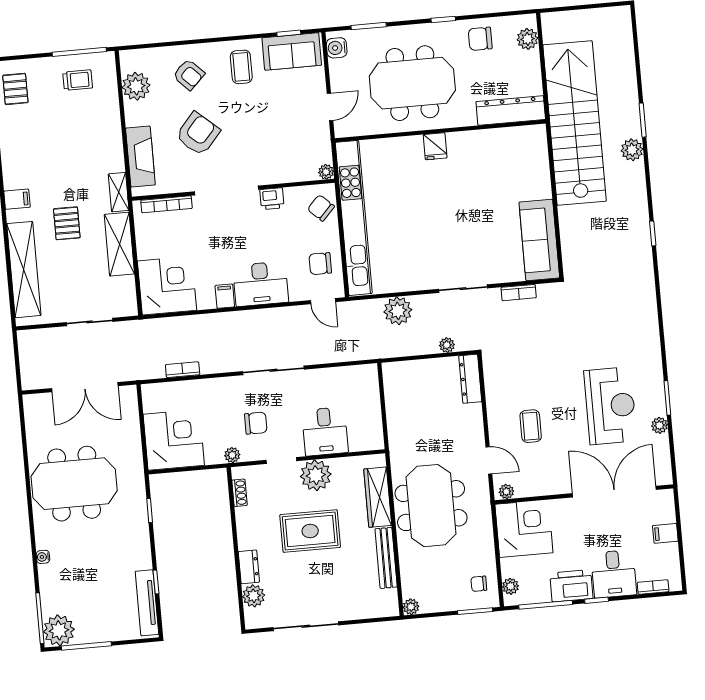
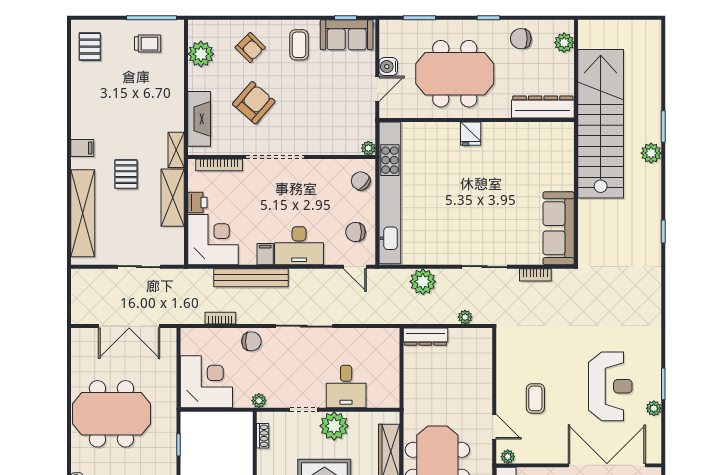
water cooler: (337, 48) -> (388, 67), moved
printer: (272, 199) -> (197, 203), moved, turned -90
bench: (212, 323) -> (251, 278), added
dresser: (470, 379) -> (425, 337), moved, turned -90
chair: (256, 423) -> (251, 341), moved

